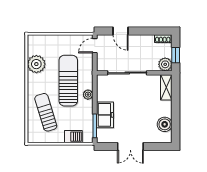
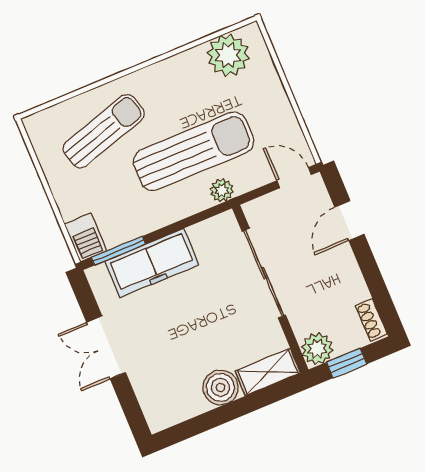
plant: (36, 64) -> (228, 55), moved
plant: (88, 95) -> (222, 190), moved
freezer: (105, 115) -> (152, 263), width x1.40
boiler: (165, 124) -> (220, 387), moved
barbecue: (73, 137) -> (85, 237), moved

